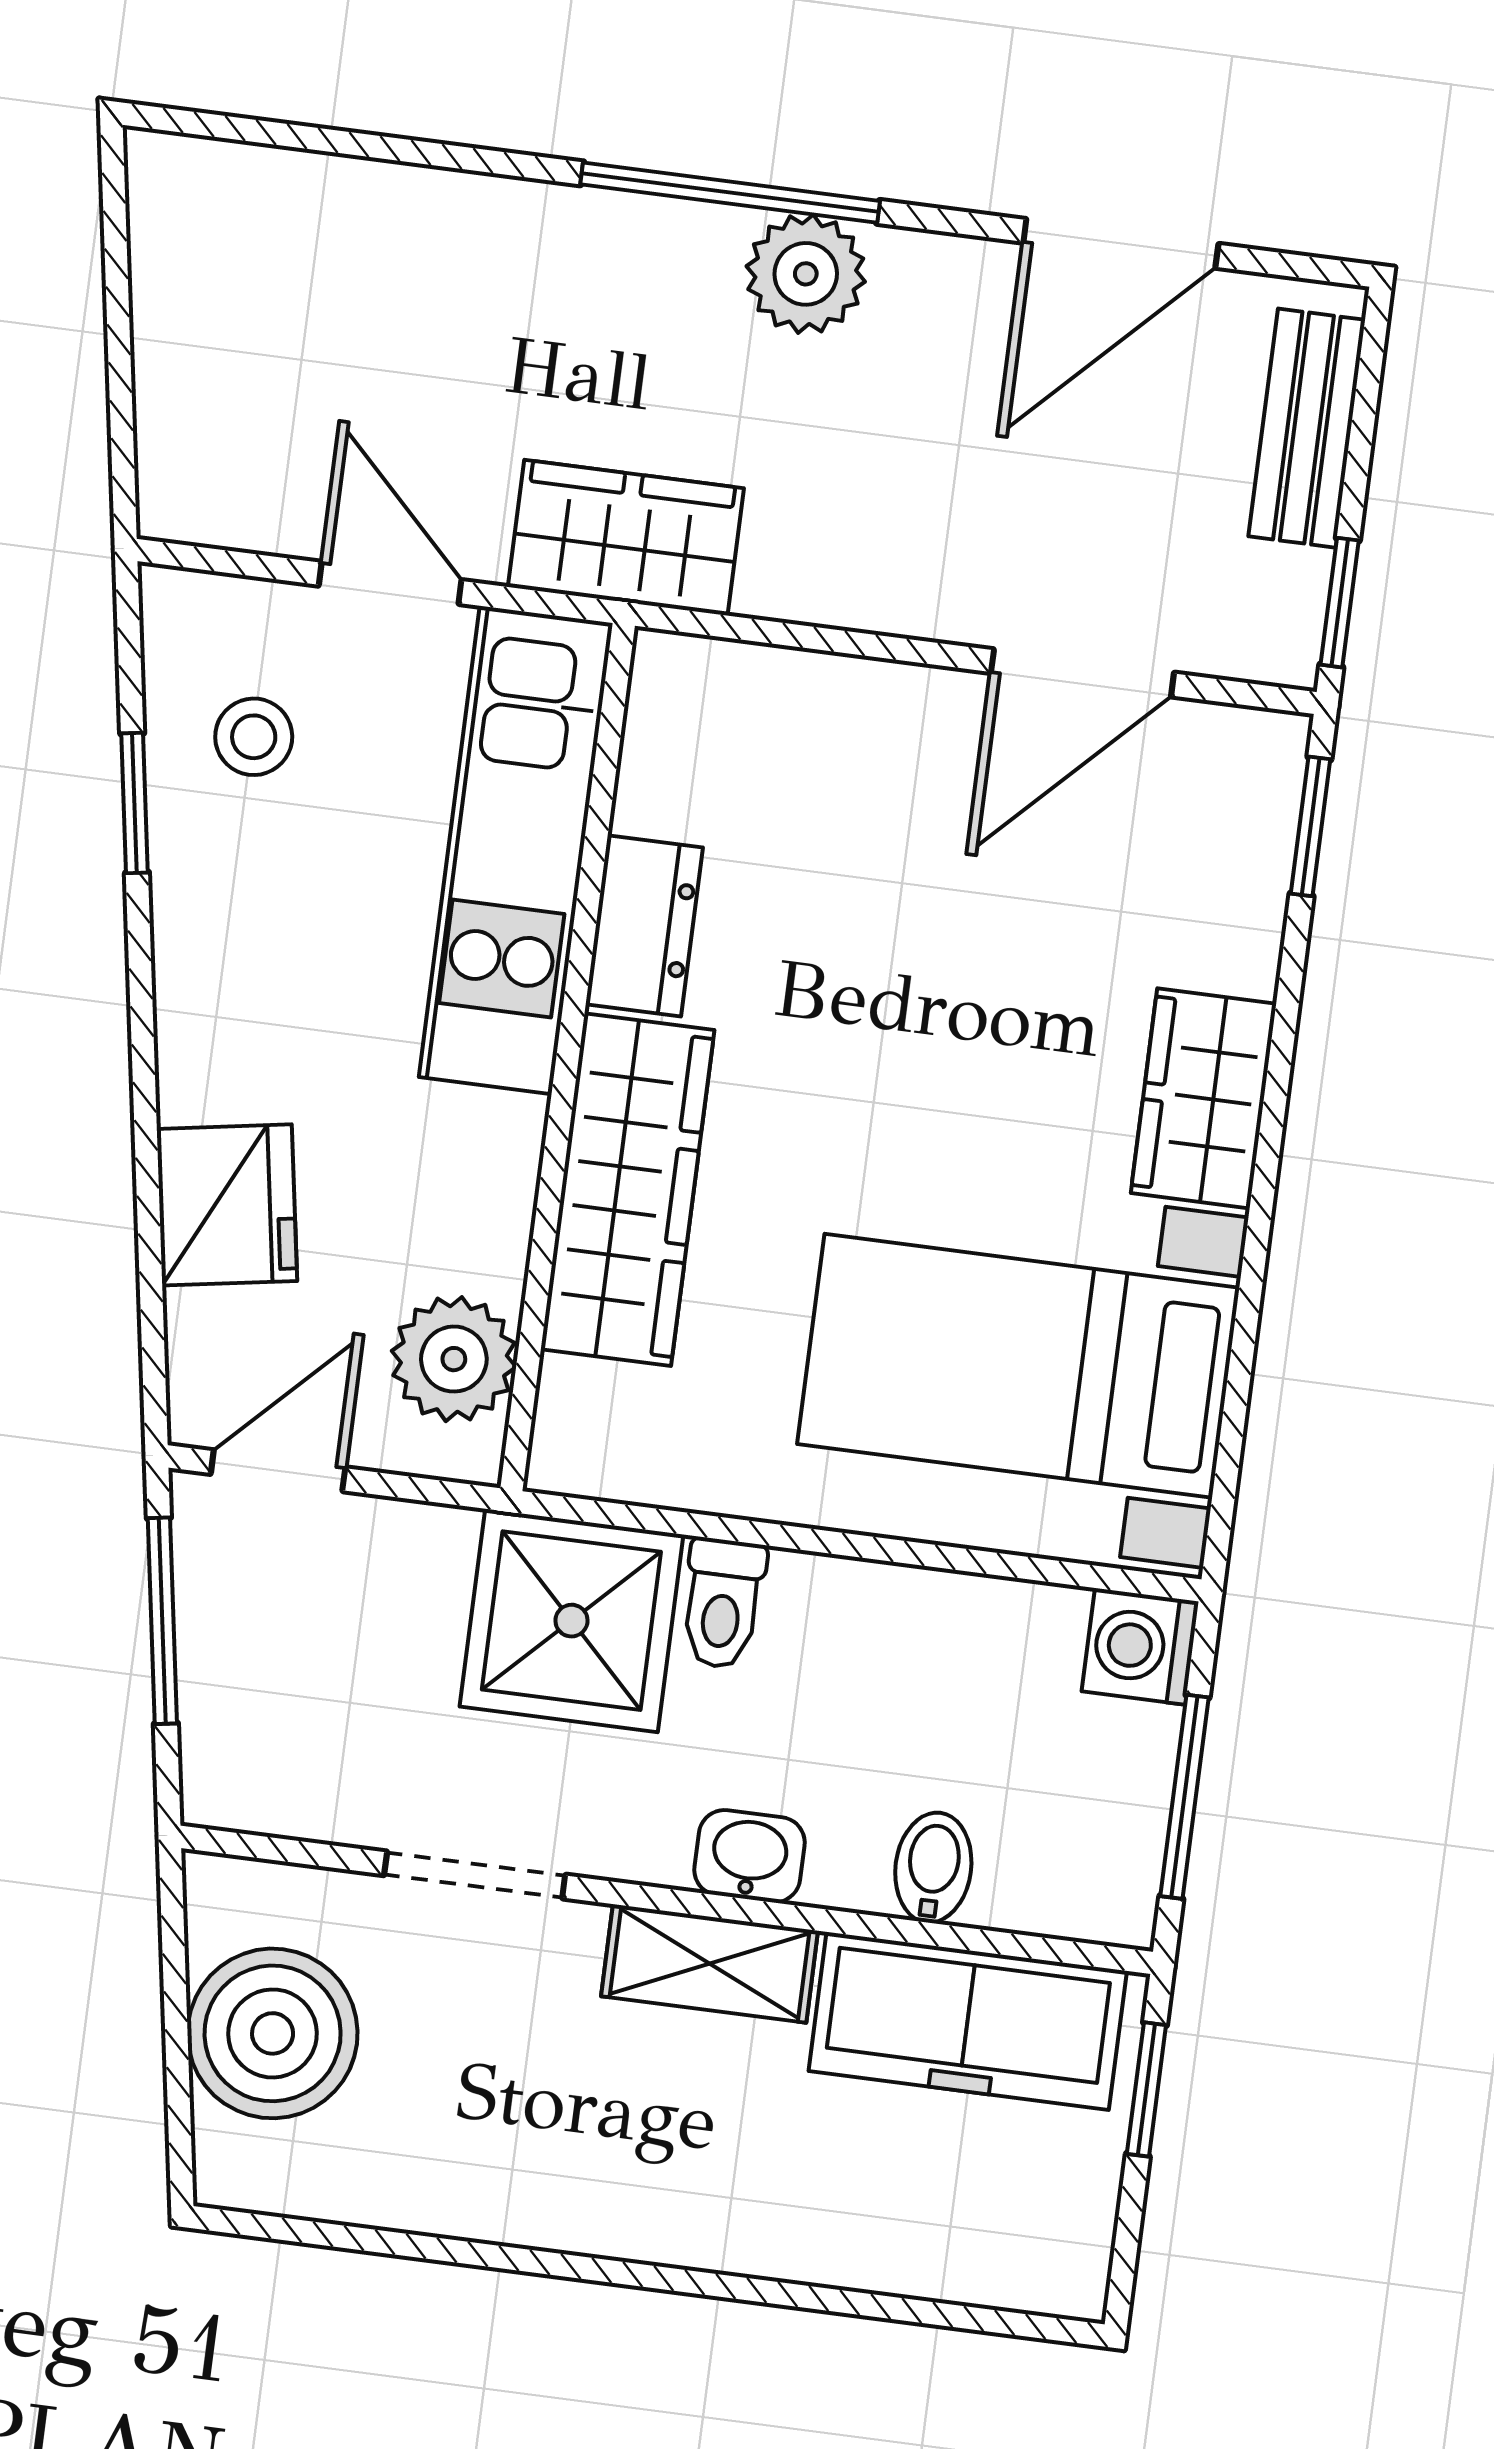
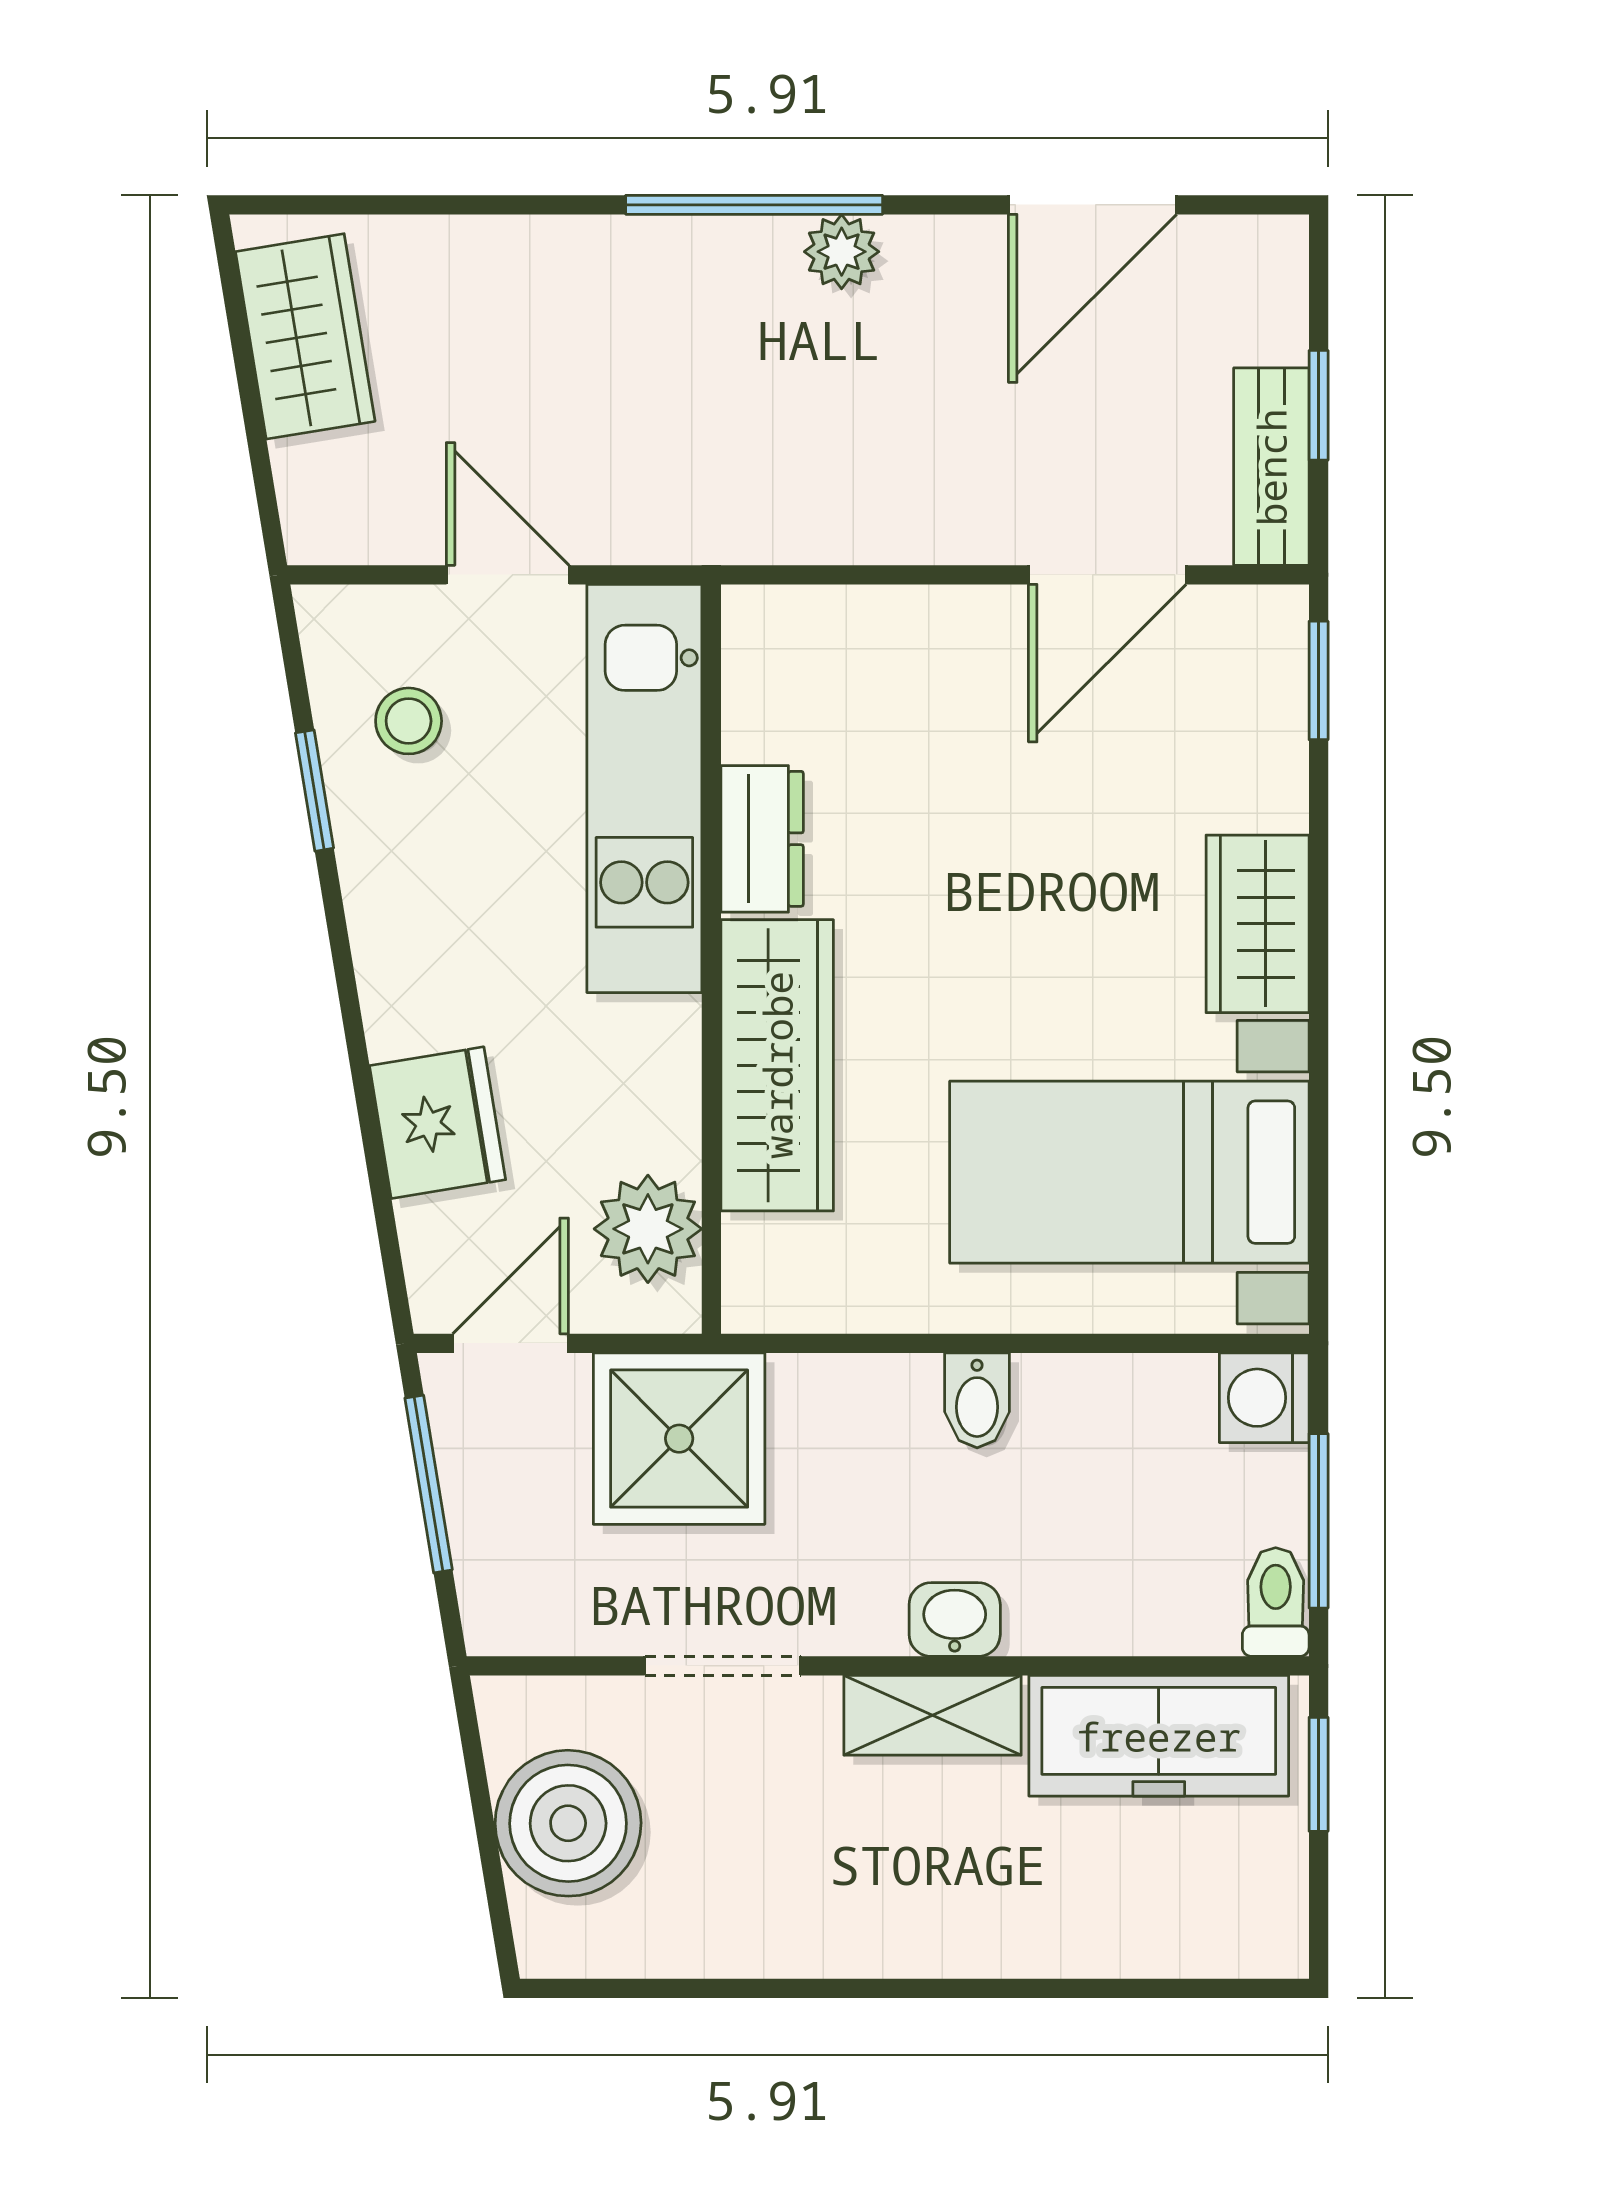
plant: (806, 274) -> (842, 252), width x0.73, depth x0.73
bench: (1307, 428) -> (1271, 467), moved
wardrobe: (626, 538) -> (305, 336), moved, turned 81
window: (1340, 603) -> (1319, 405), moved
toilet: (723, 1603) -> (1276, 1602), moved, turned 180
shower: (571, 1621) -> (679, 1439), moved
bidet: (933, 1868) -> (977, 1400), moved, turned 180

